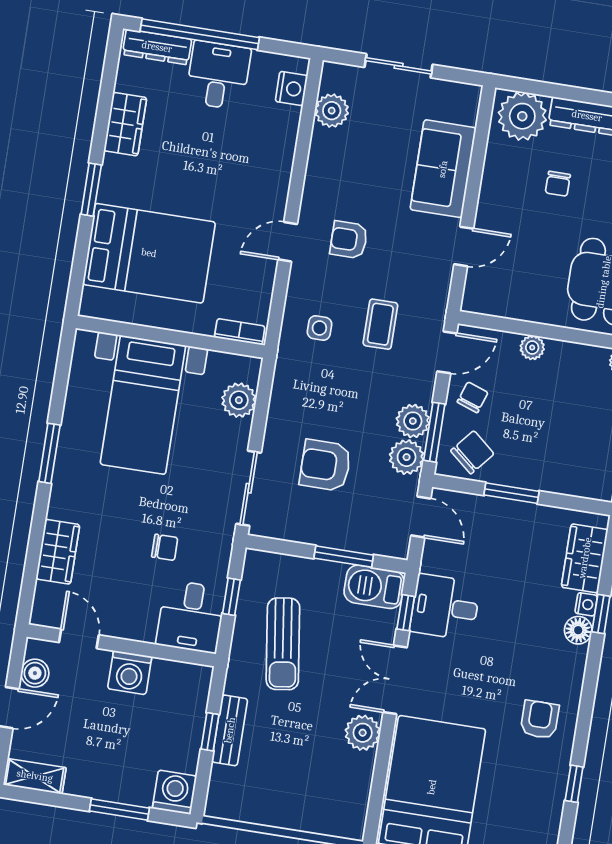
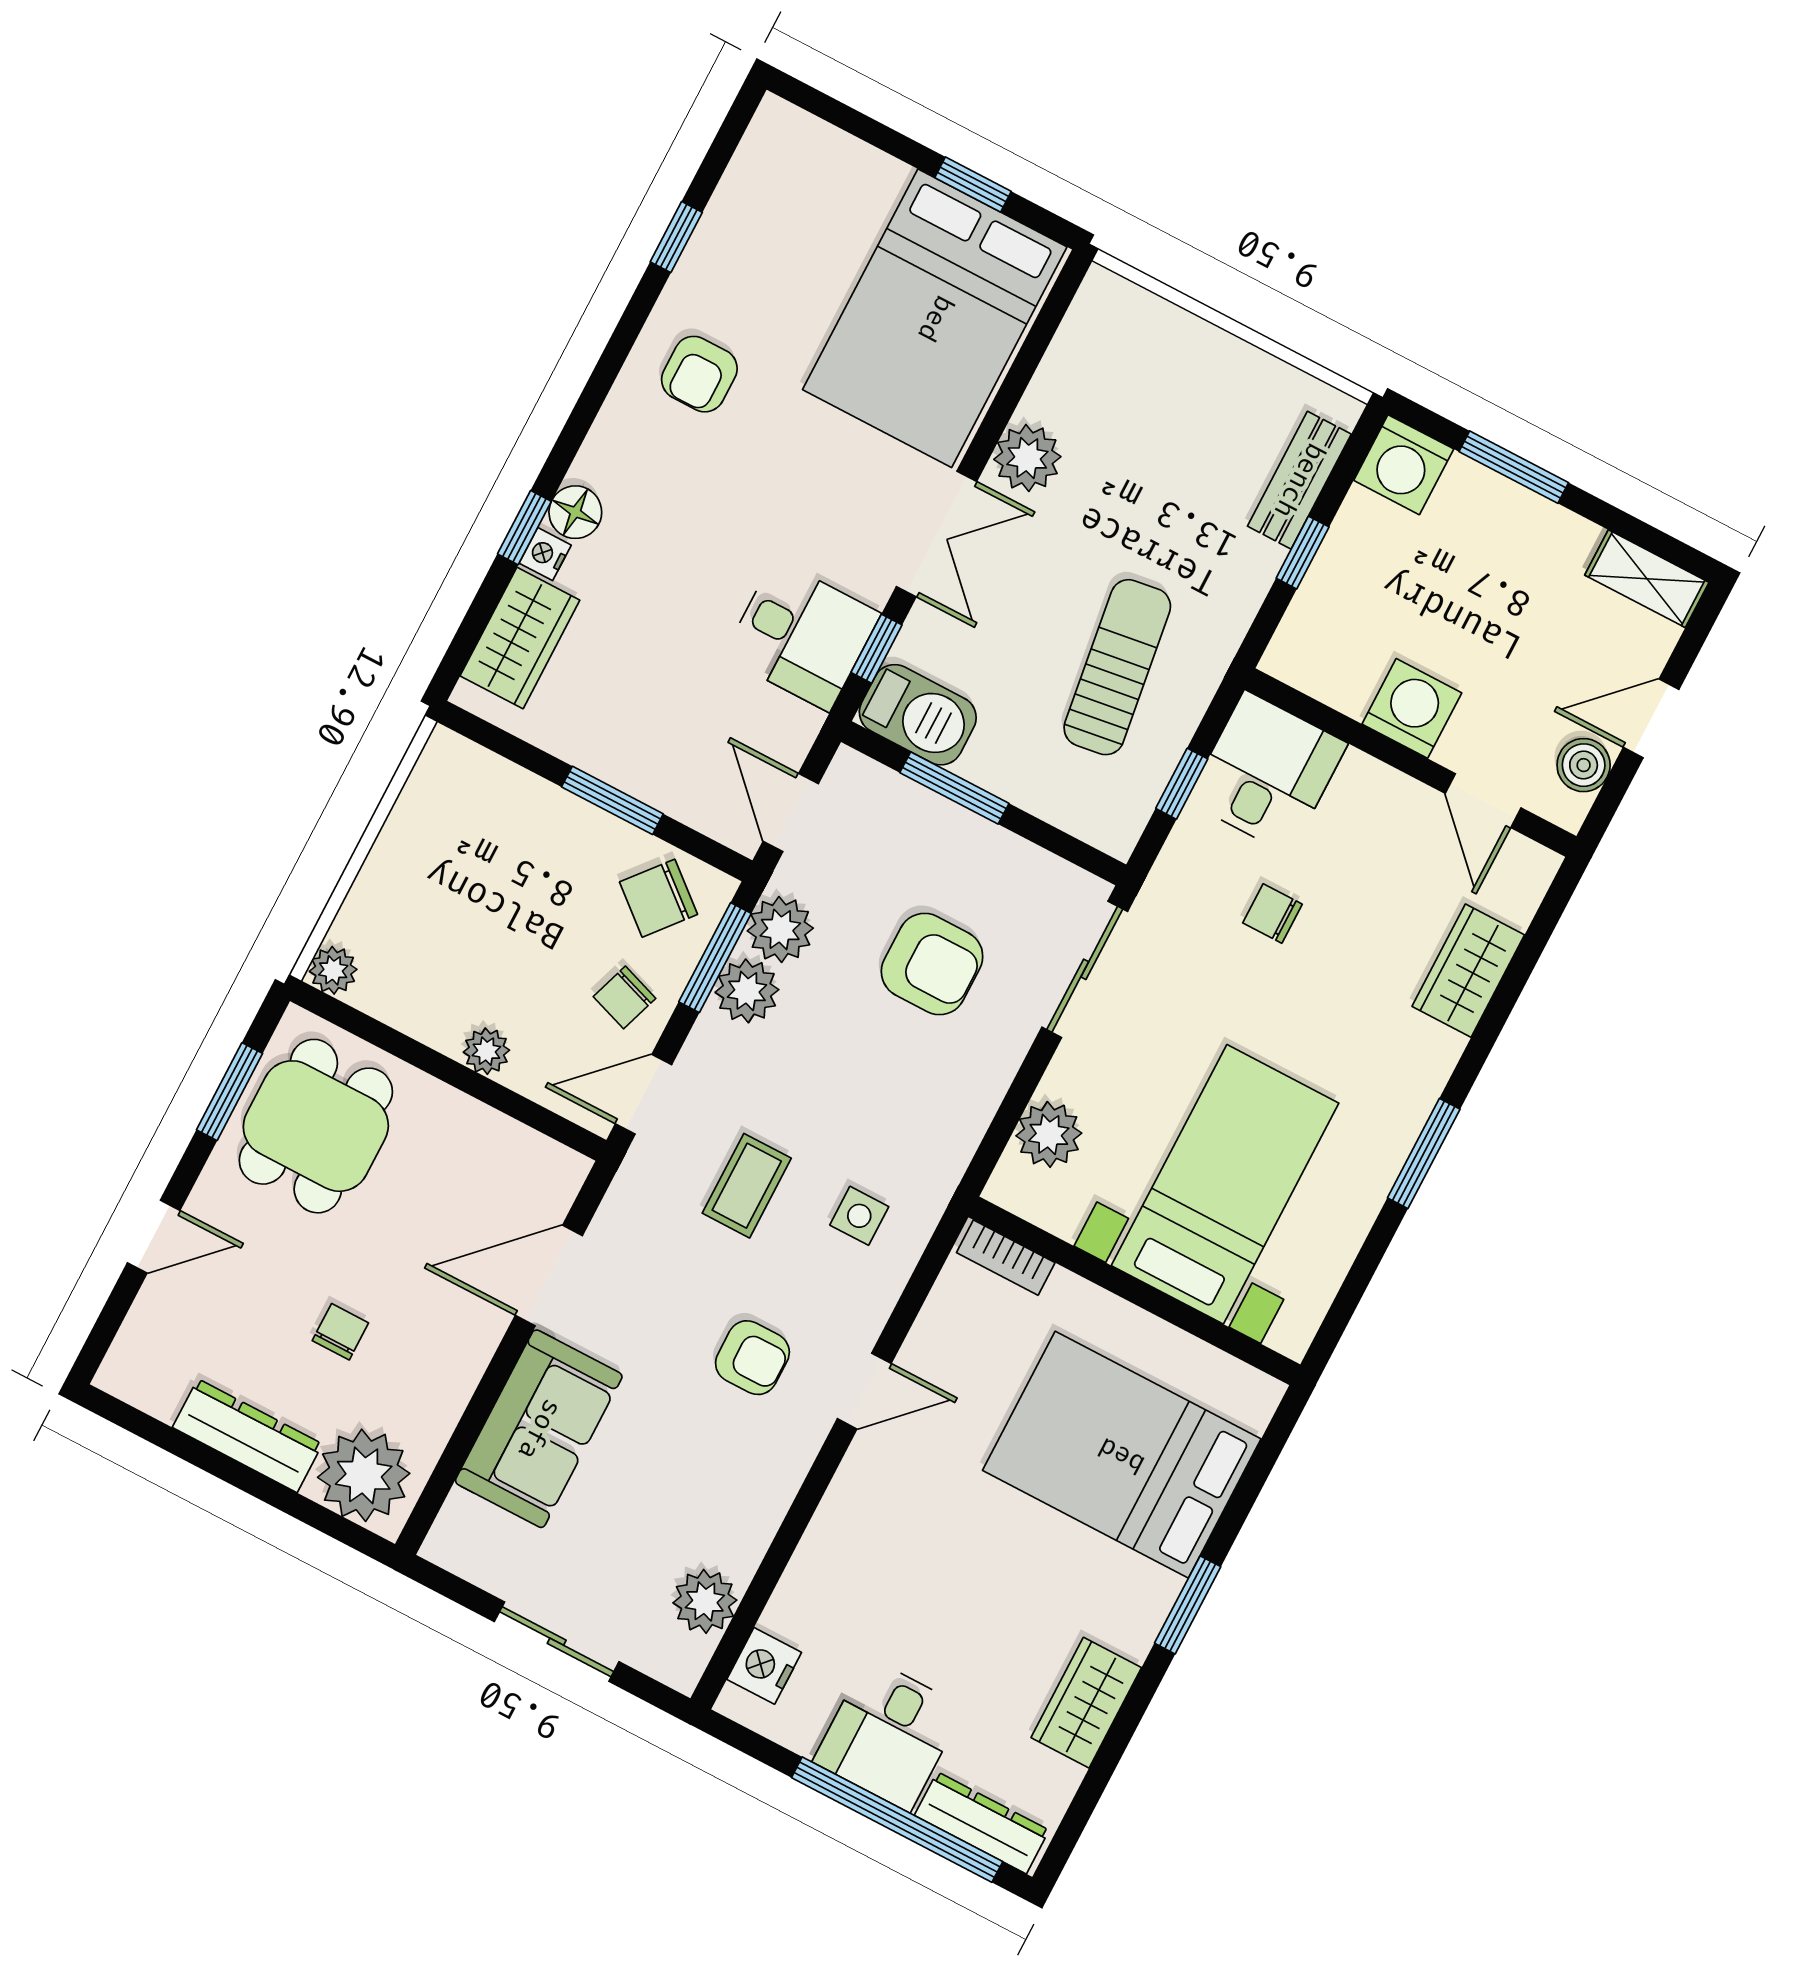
door: (464, 246) -> (549, 1275), width x1.37
bench: (230, 730) -> (1299, 480), moved

